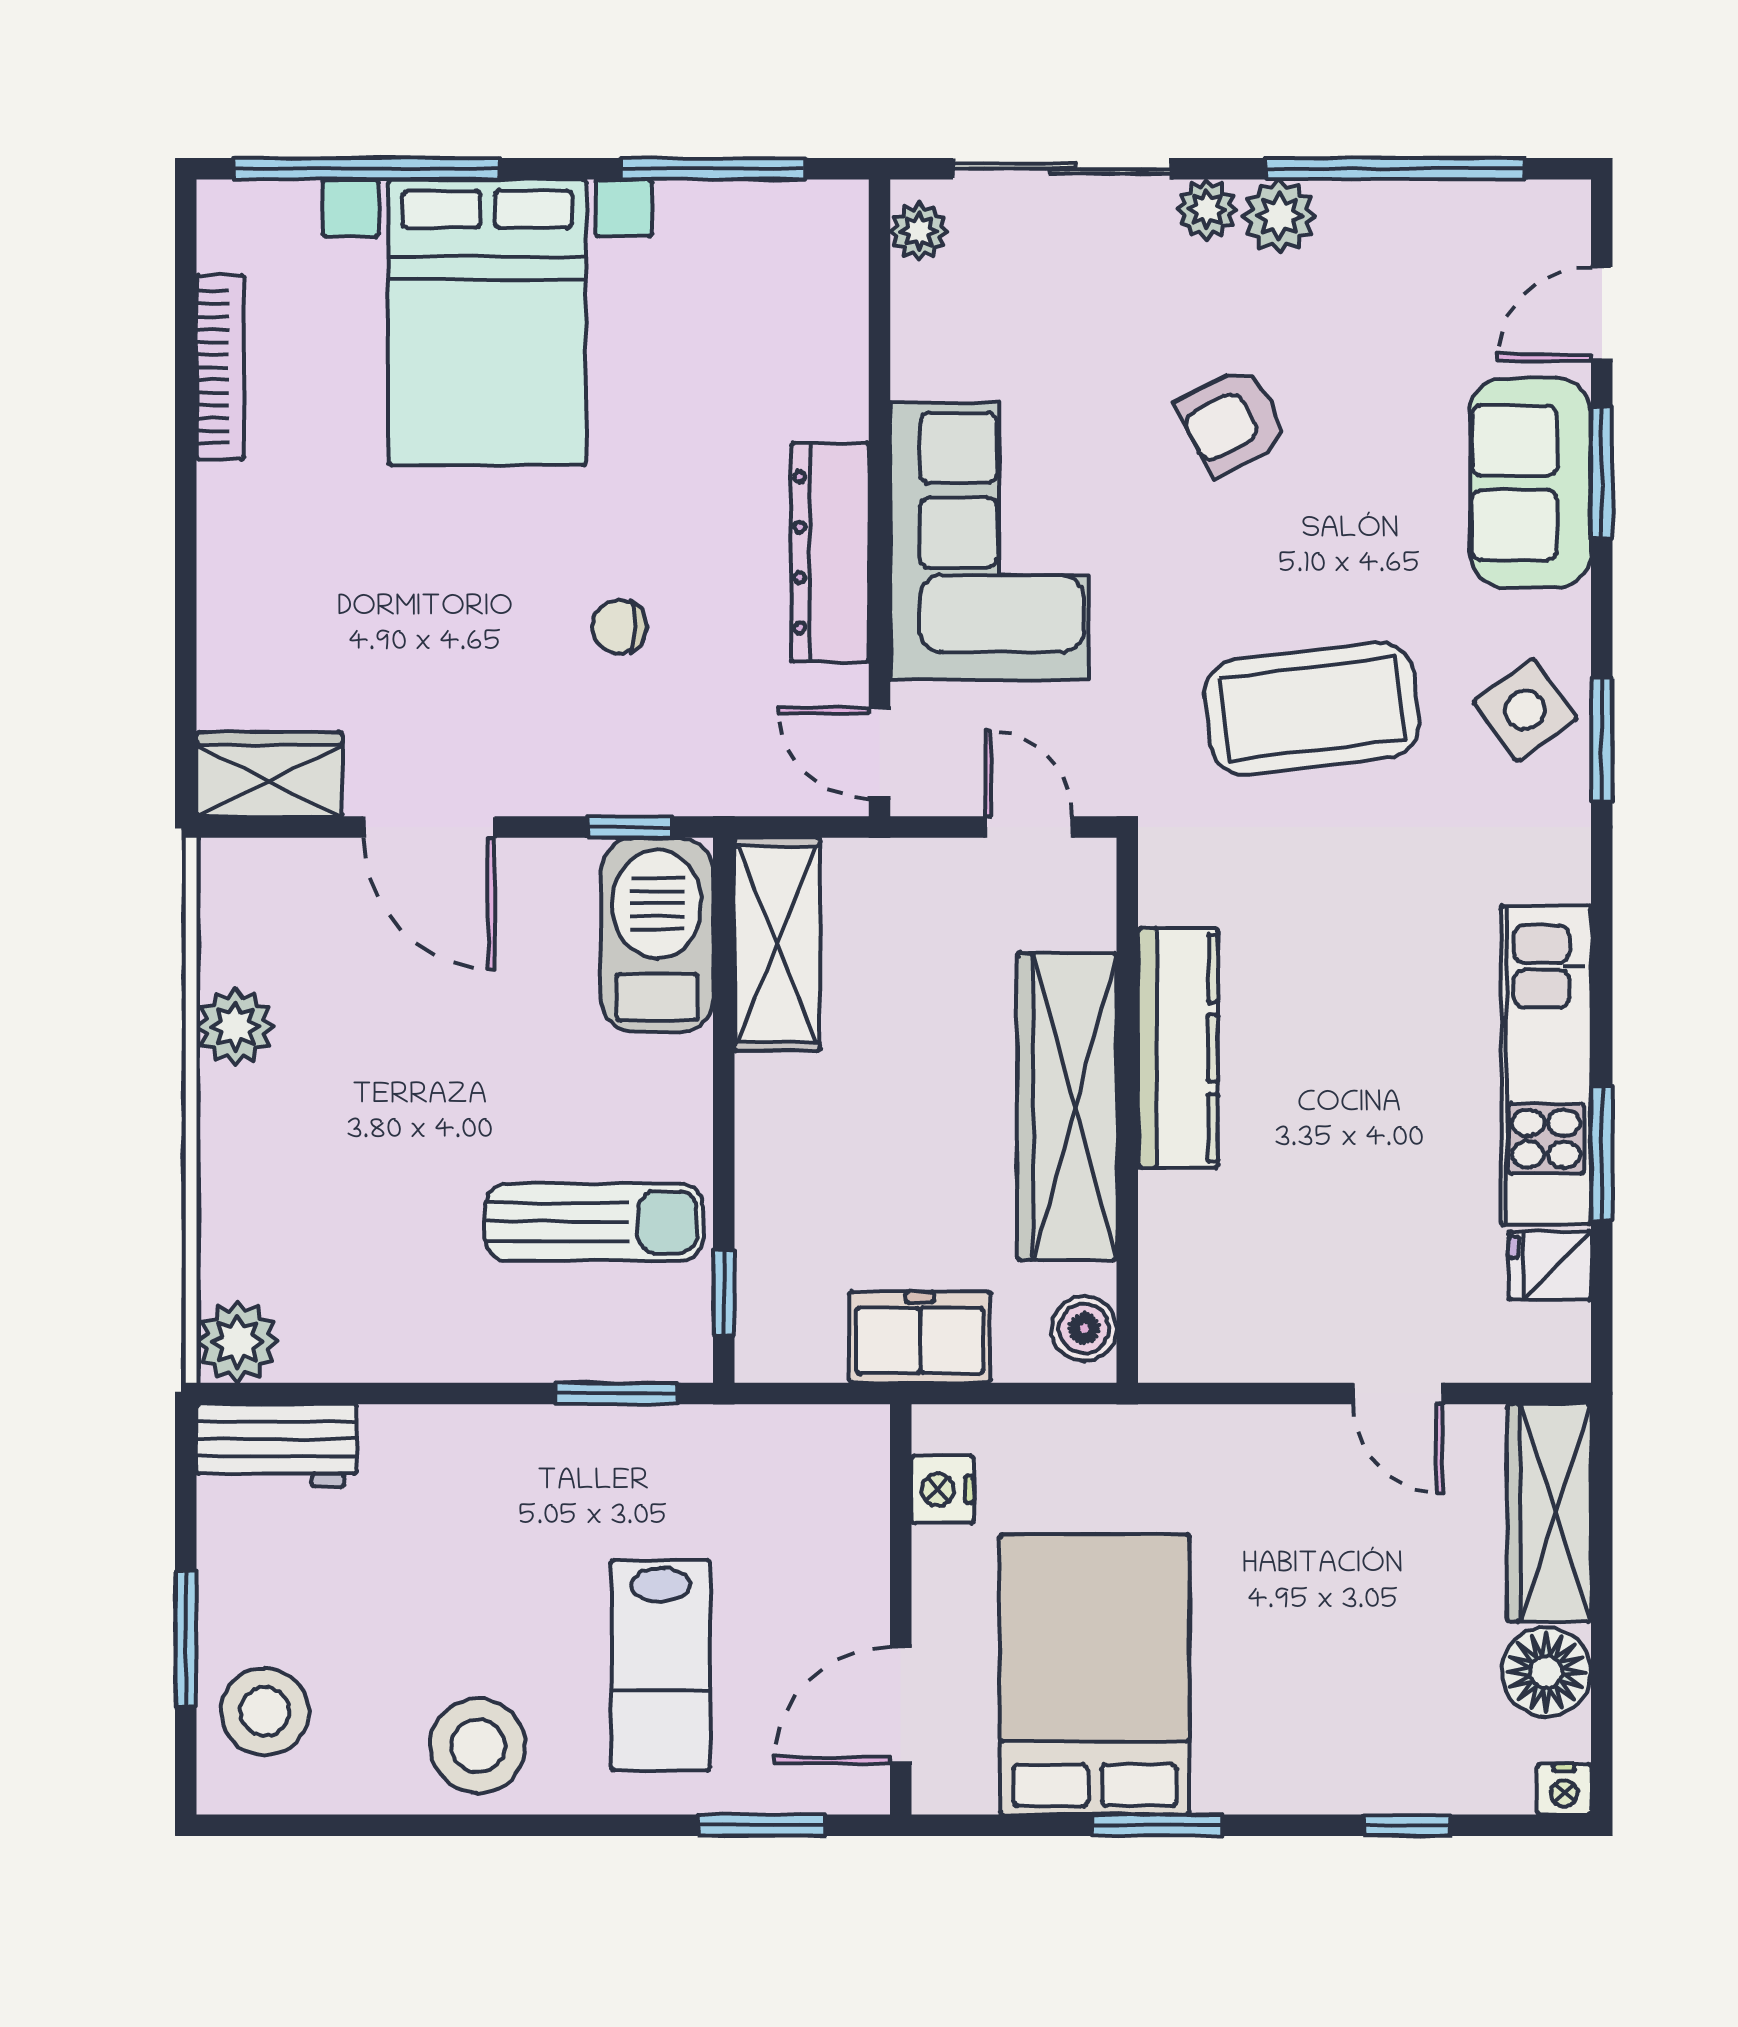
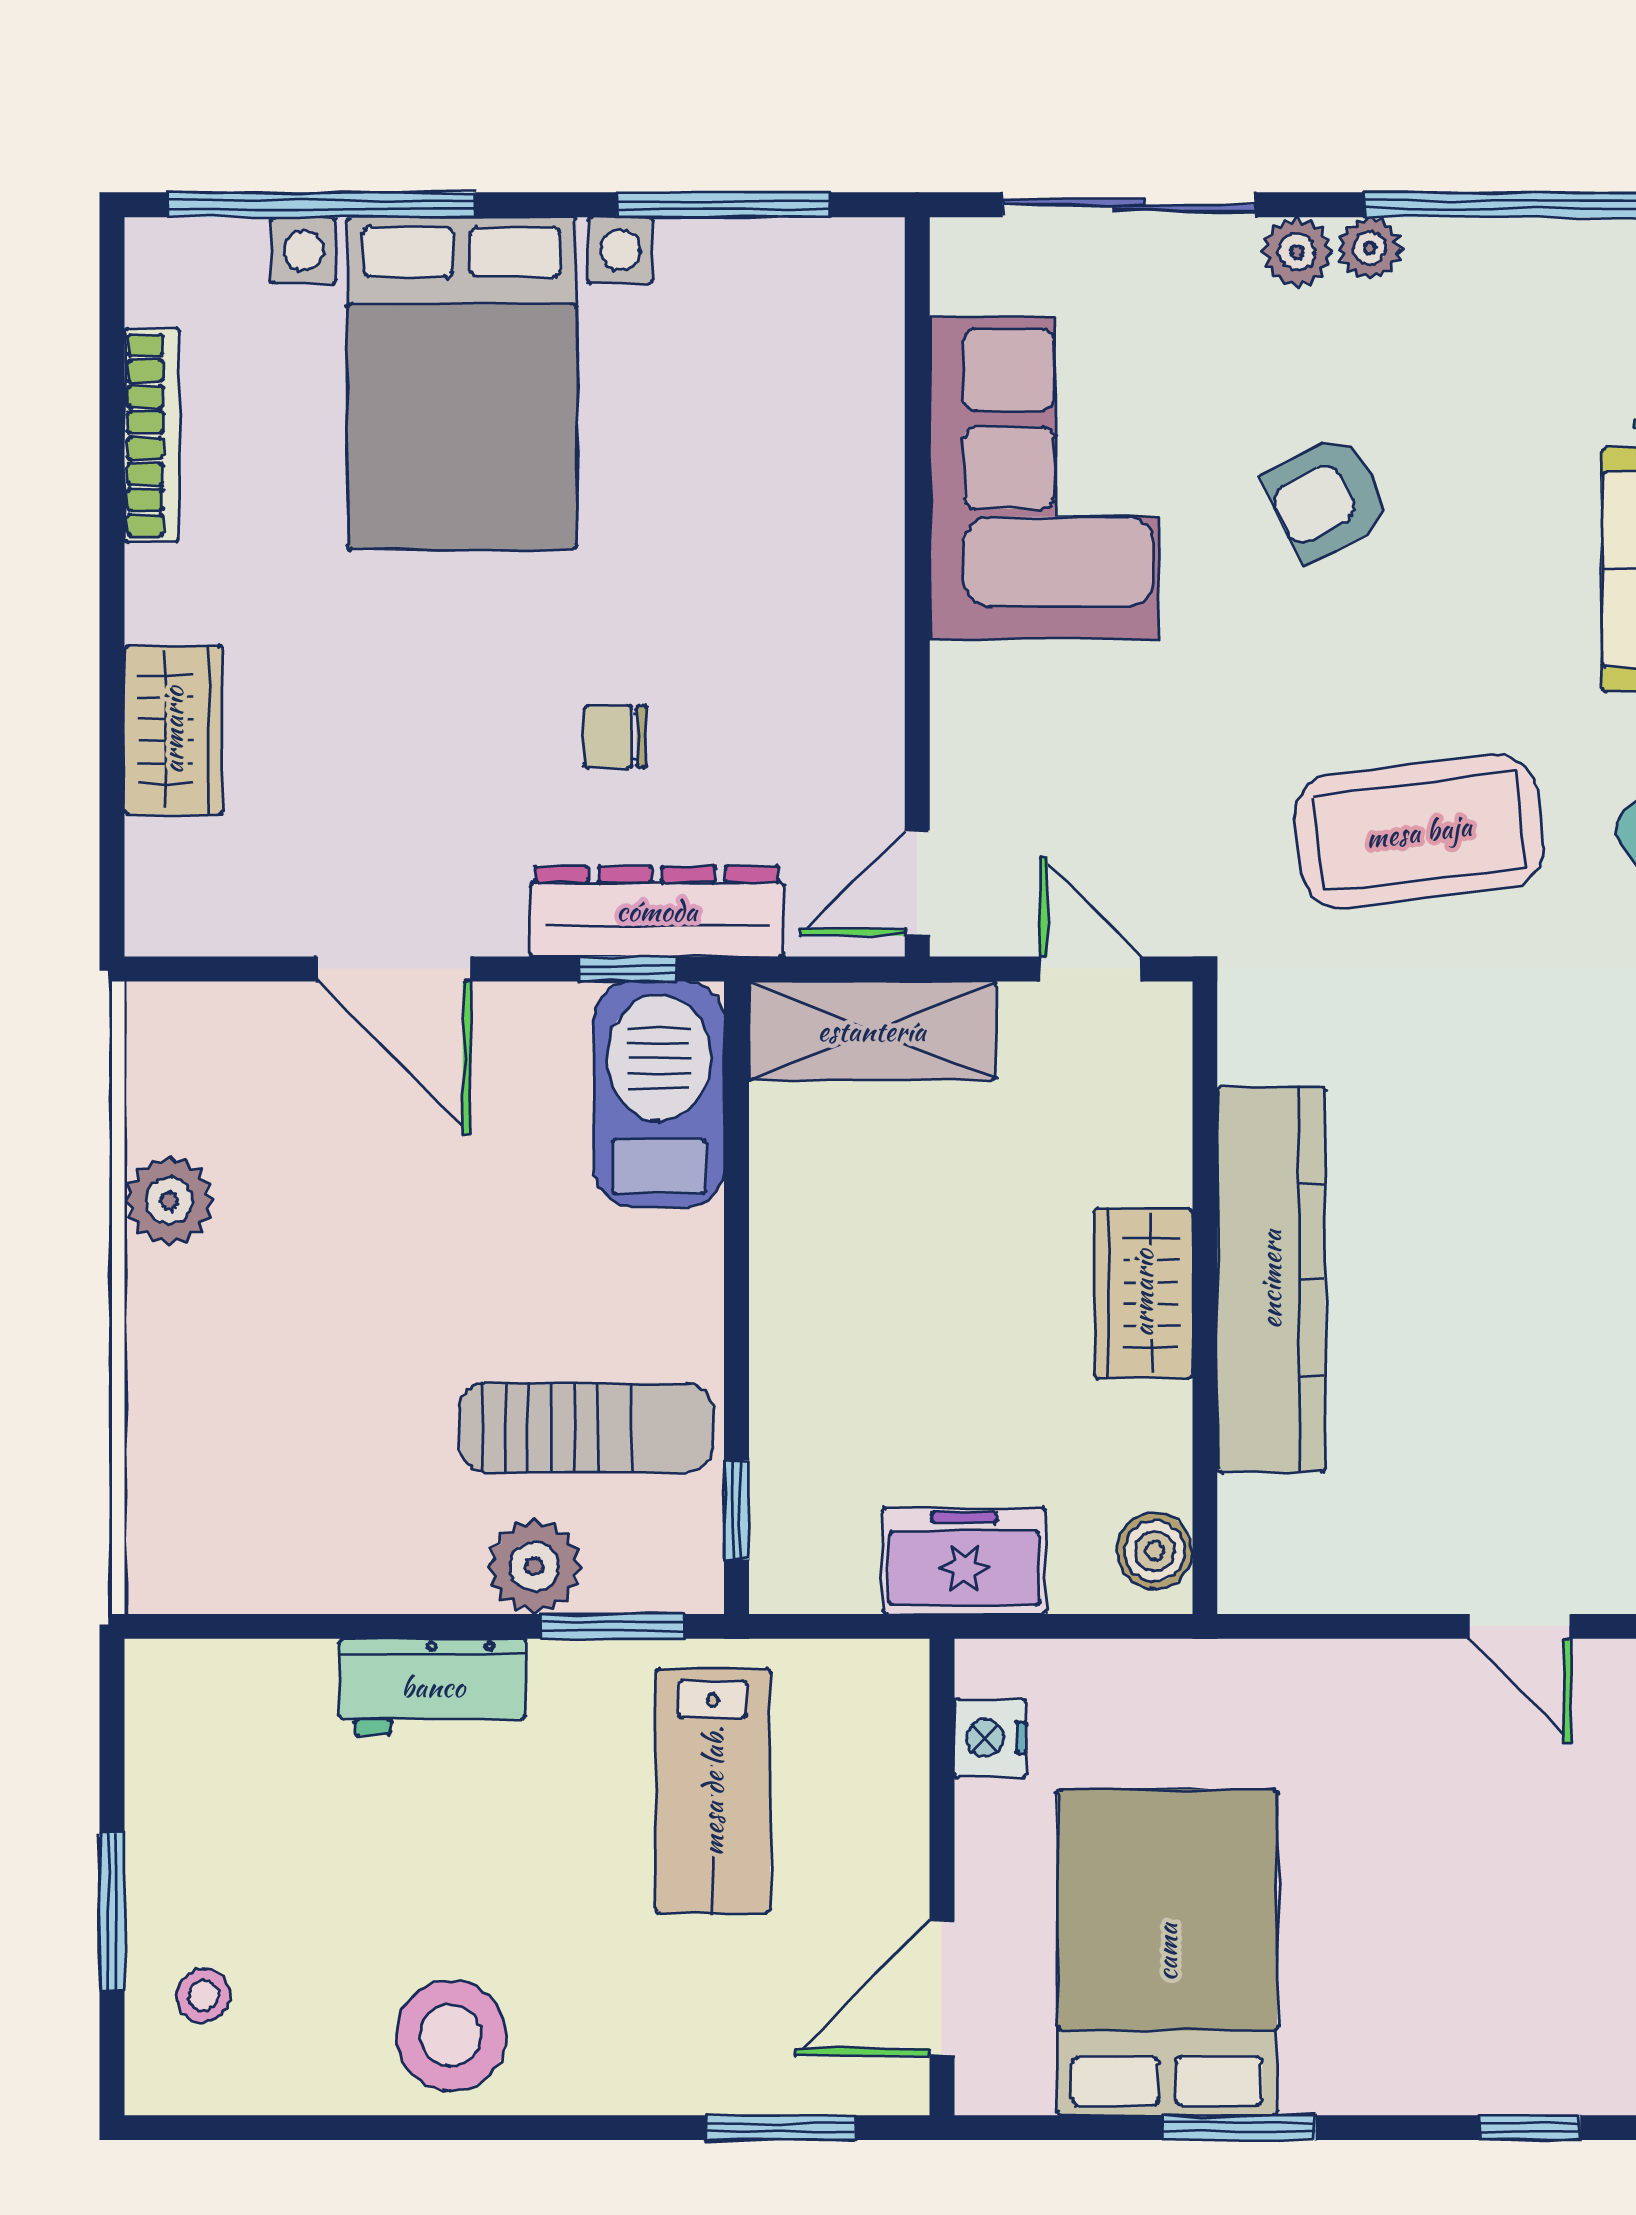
plant: (1279, 216) -> (1370, 248), width x0.73, depth x0.73
plant: (919, 231) -> (963, 277), removed
corner sofa: (989, 542) -> (1044, 478), moved
dresser: (830, 552) -> (657, 911), moved, turned 90
door: (880, 753) -> (917, 883), hinge flipped
wardrobe: (269, 774) -> (173, 730), moved, turned 90
shelving: (777, 944) -> (872, 1031), moved, turned 90
kitchen counter: (1178, 1048) -> (1271, 1279), width x1.39, depth x1.17
wardrobe: (1067, 1106) -> (1143, 1293), width x0.48, depth x0.85
plant: (237, 1342) -> (535, 1566), moved
workbench: (277, 1445) -> (433, 1687), moved
lab bench: (661, 1665) -> (713, 1791), moved
stool: (265, 1712) -> (204, 1996), width x0.53, depth x0.53

